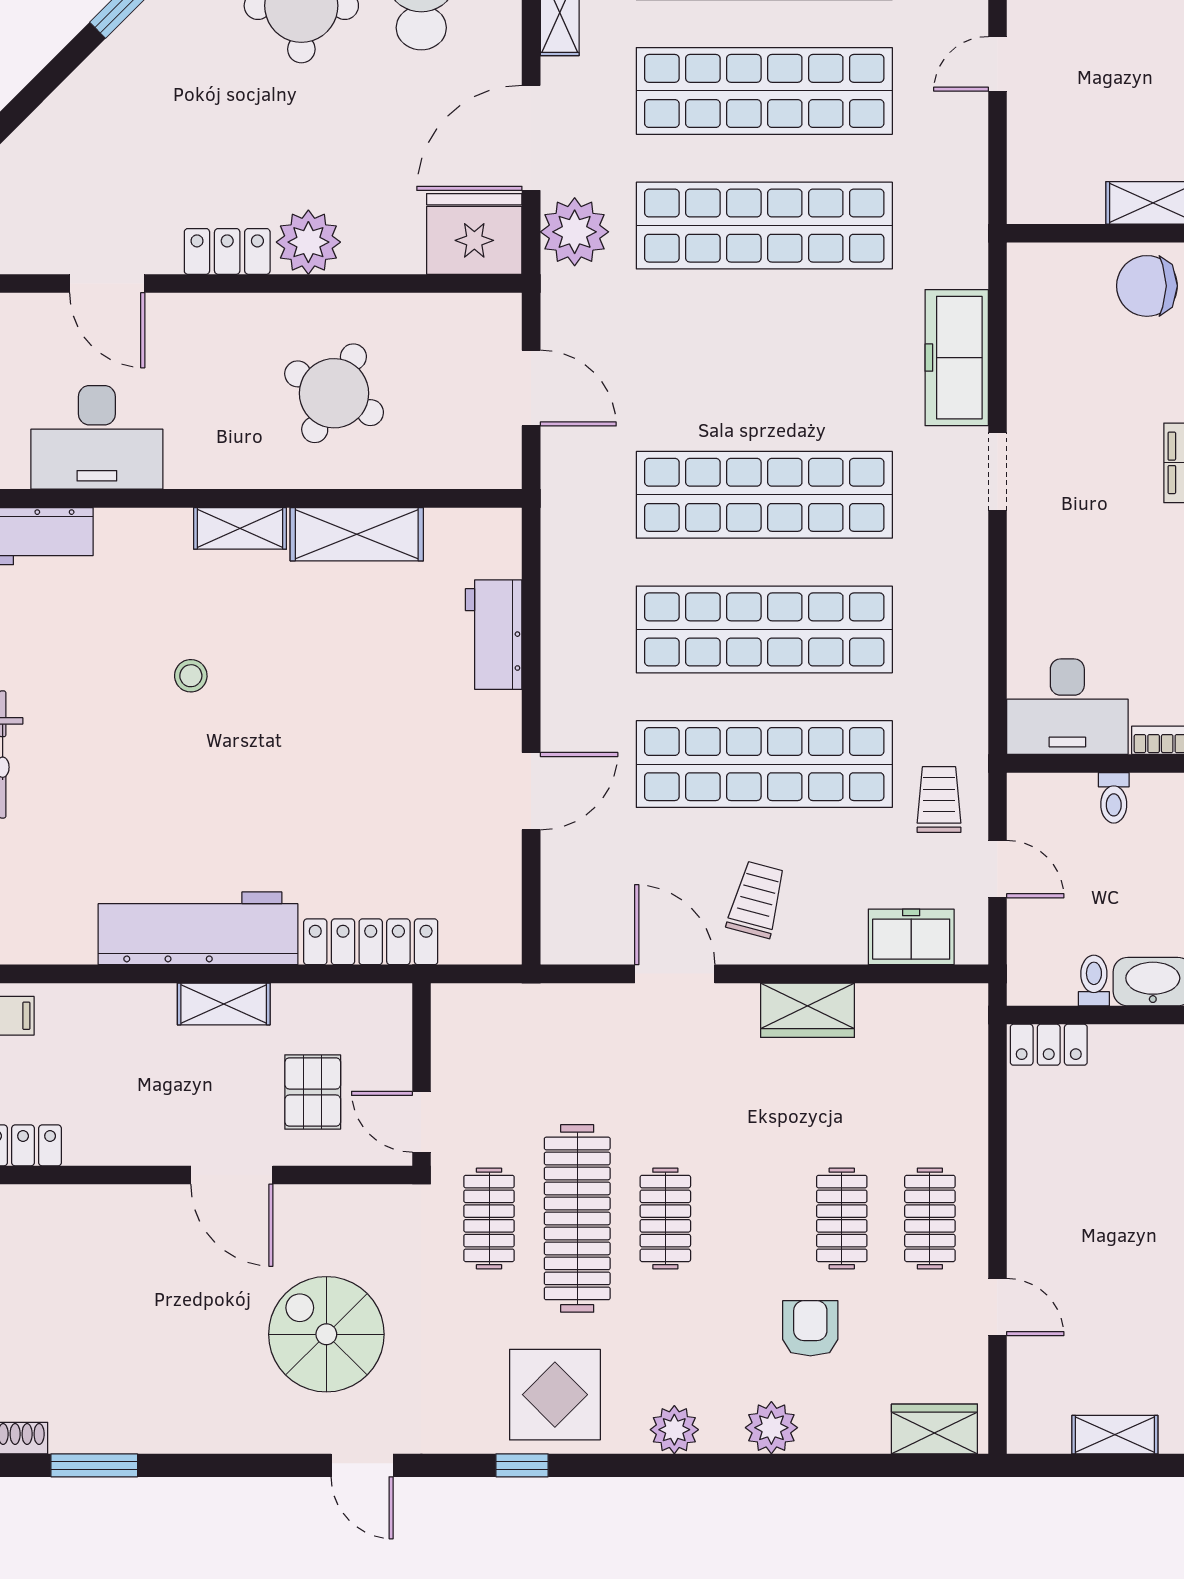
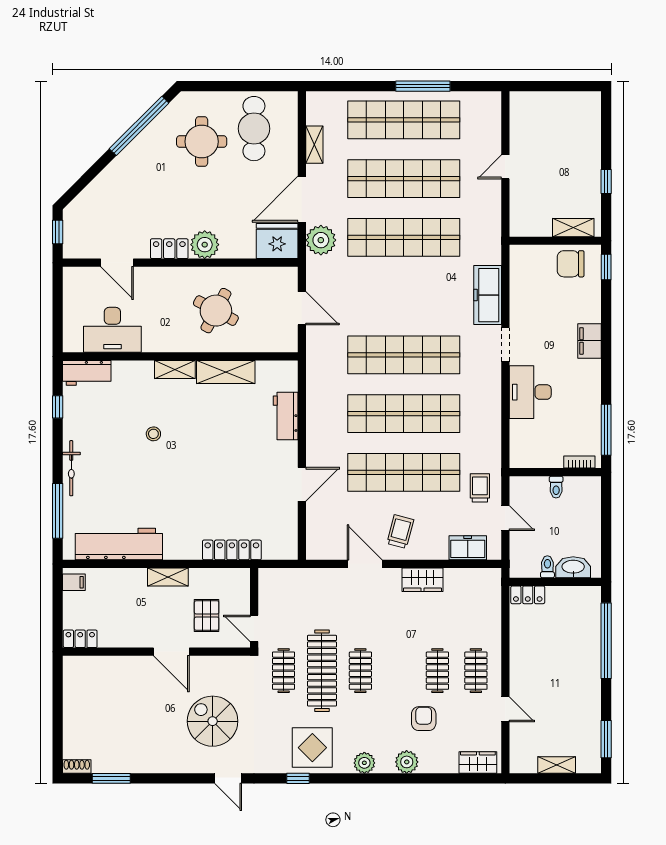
desk: (1067, 707) -> (530, 392), moved, turned 90
workbench: (198, 928) -> (119, 544), moved

